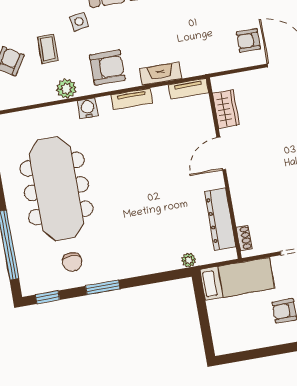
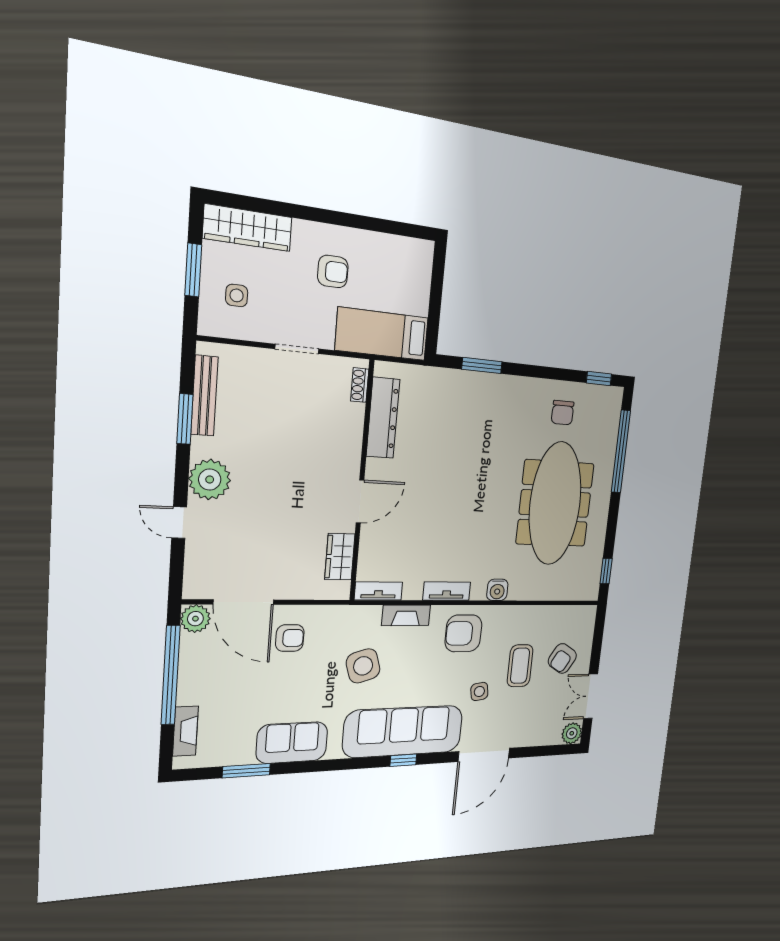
side table: (185, 28) -> (363, 666), added
coffee table: (48, 49) -> (520, 666), width x1.36, depth x1.30
plant: (66, 89) -> (514, 617), removed
plant: (189, 260) -> (434, 376), removed
chair: (72, 262) -> (563, 413), turned 180
window: (103, 287) -> (482, 365), moved

